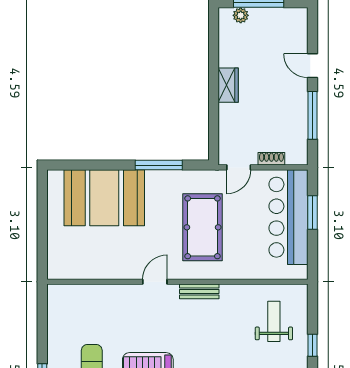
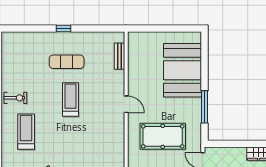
bench: (199, 291) -> (119, 56), moved

